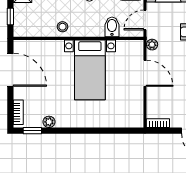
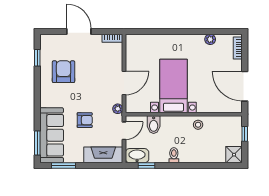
door: (145, 73) -> (124, 83), swing flipped
window: (32, 131) -> (225, 32), removed

